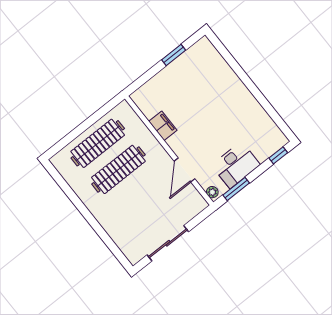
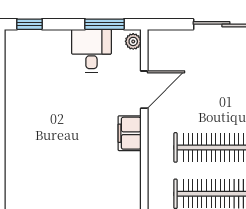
filing cabinet: (163, 126) -> (130, 133), moved
desk: (236, 165) -> (91, 51), width x0.73

